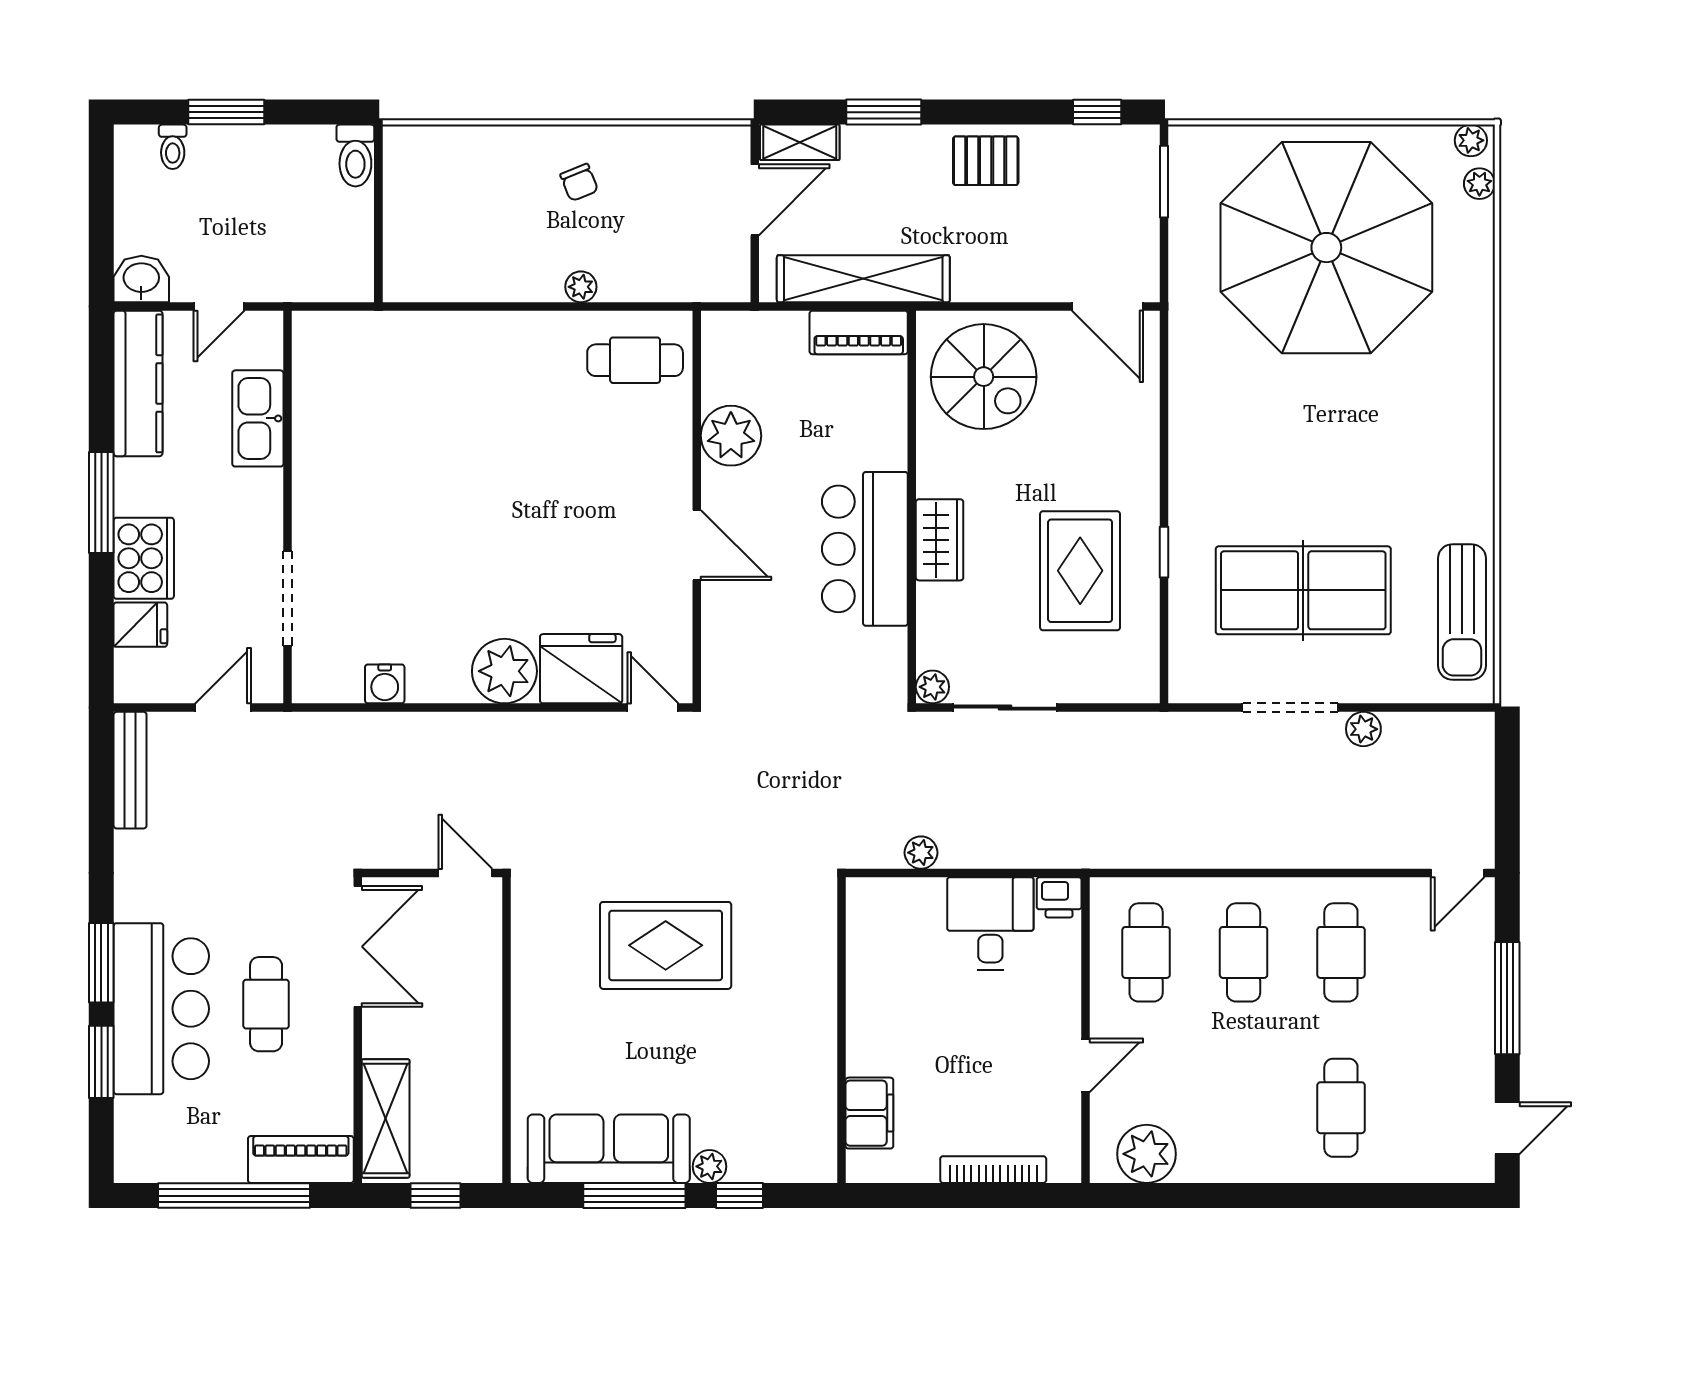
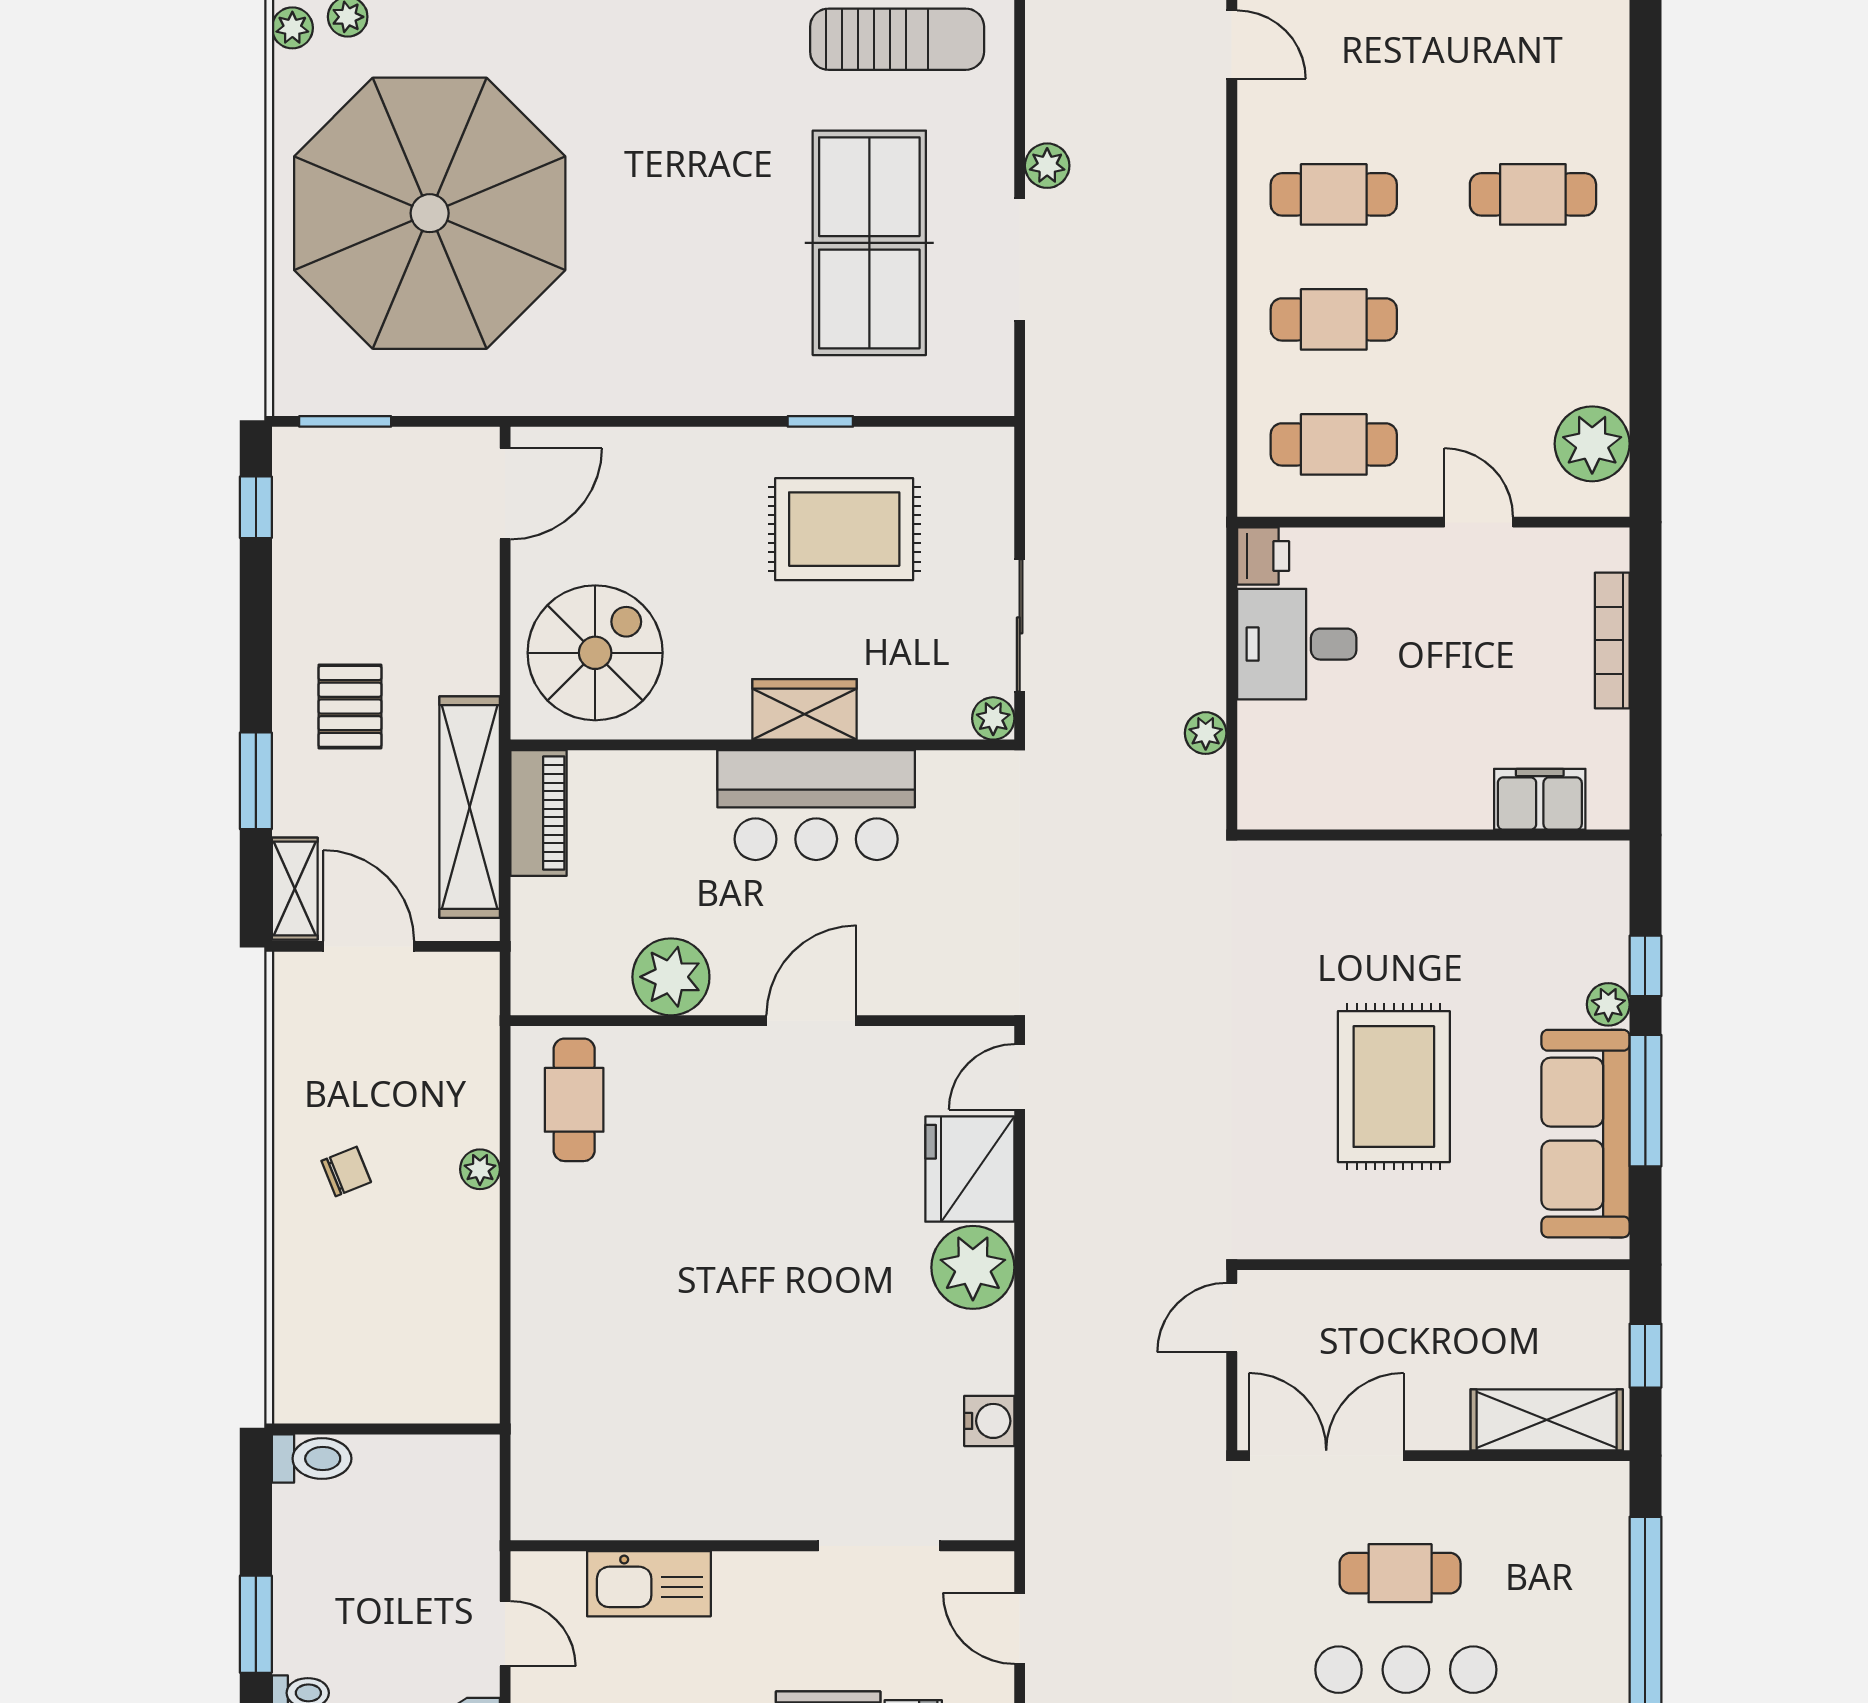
pallet: (986, 161) -> (350, 706), moved
rug: (666, 945) -> (1394, 1087), moved
piano: (301, 1160) -> (1599, 1529), removed

